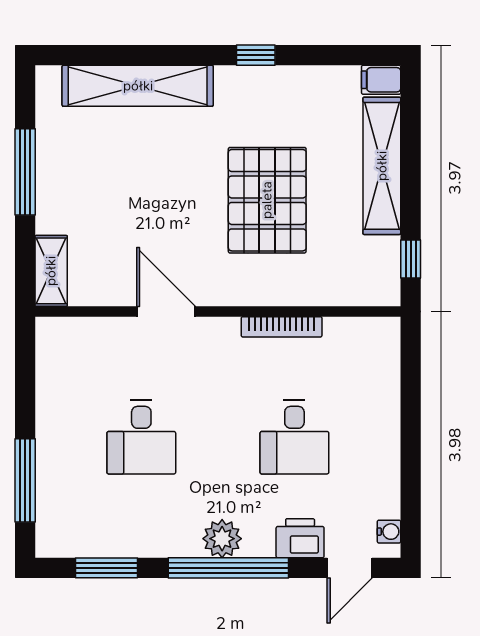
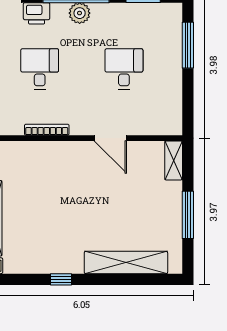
pallet: (267, 200) -> (55, 199), removed

